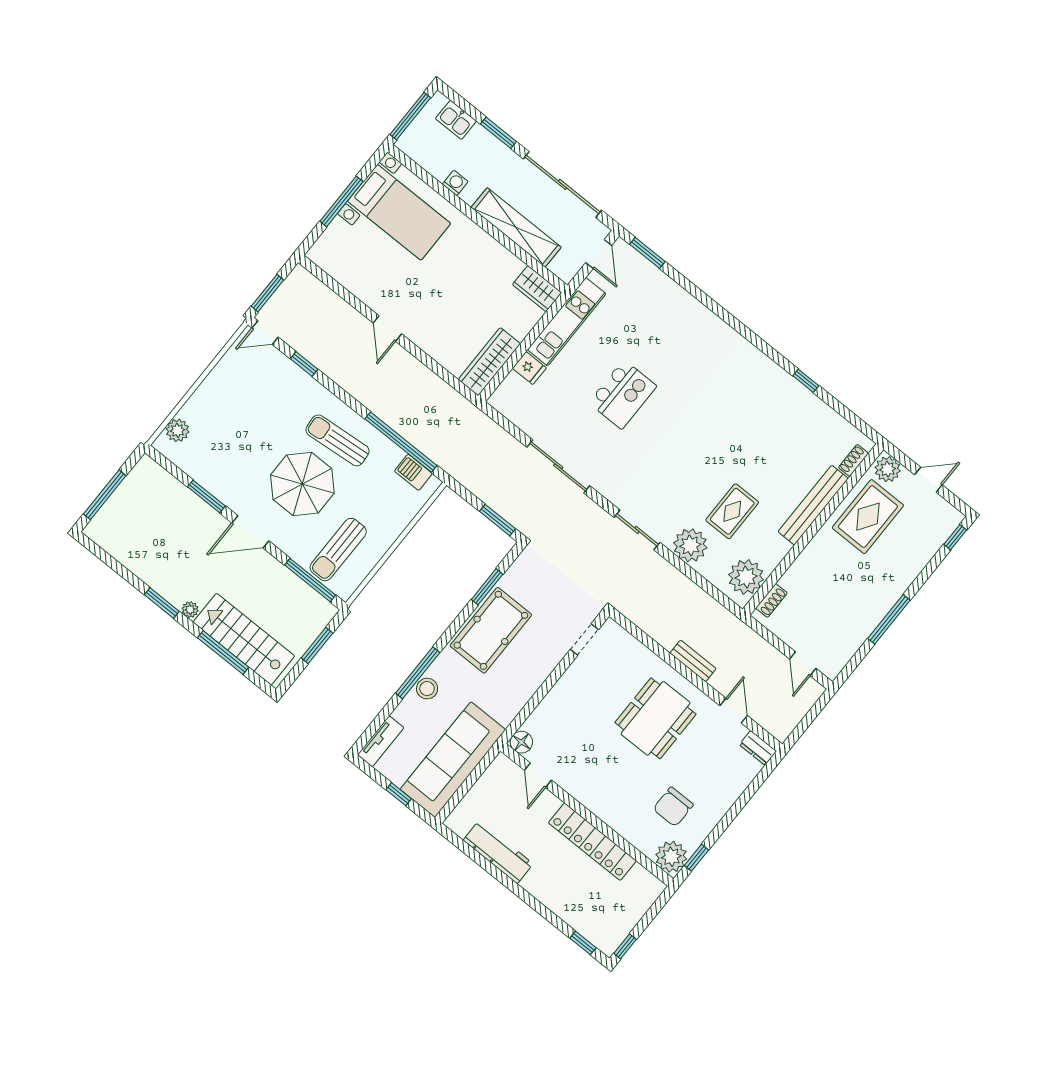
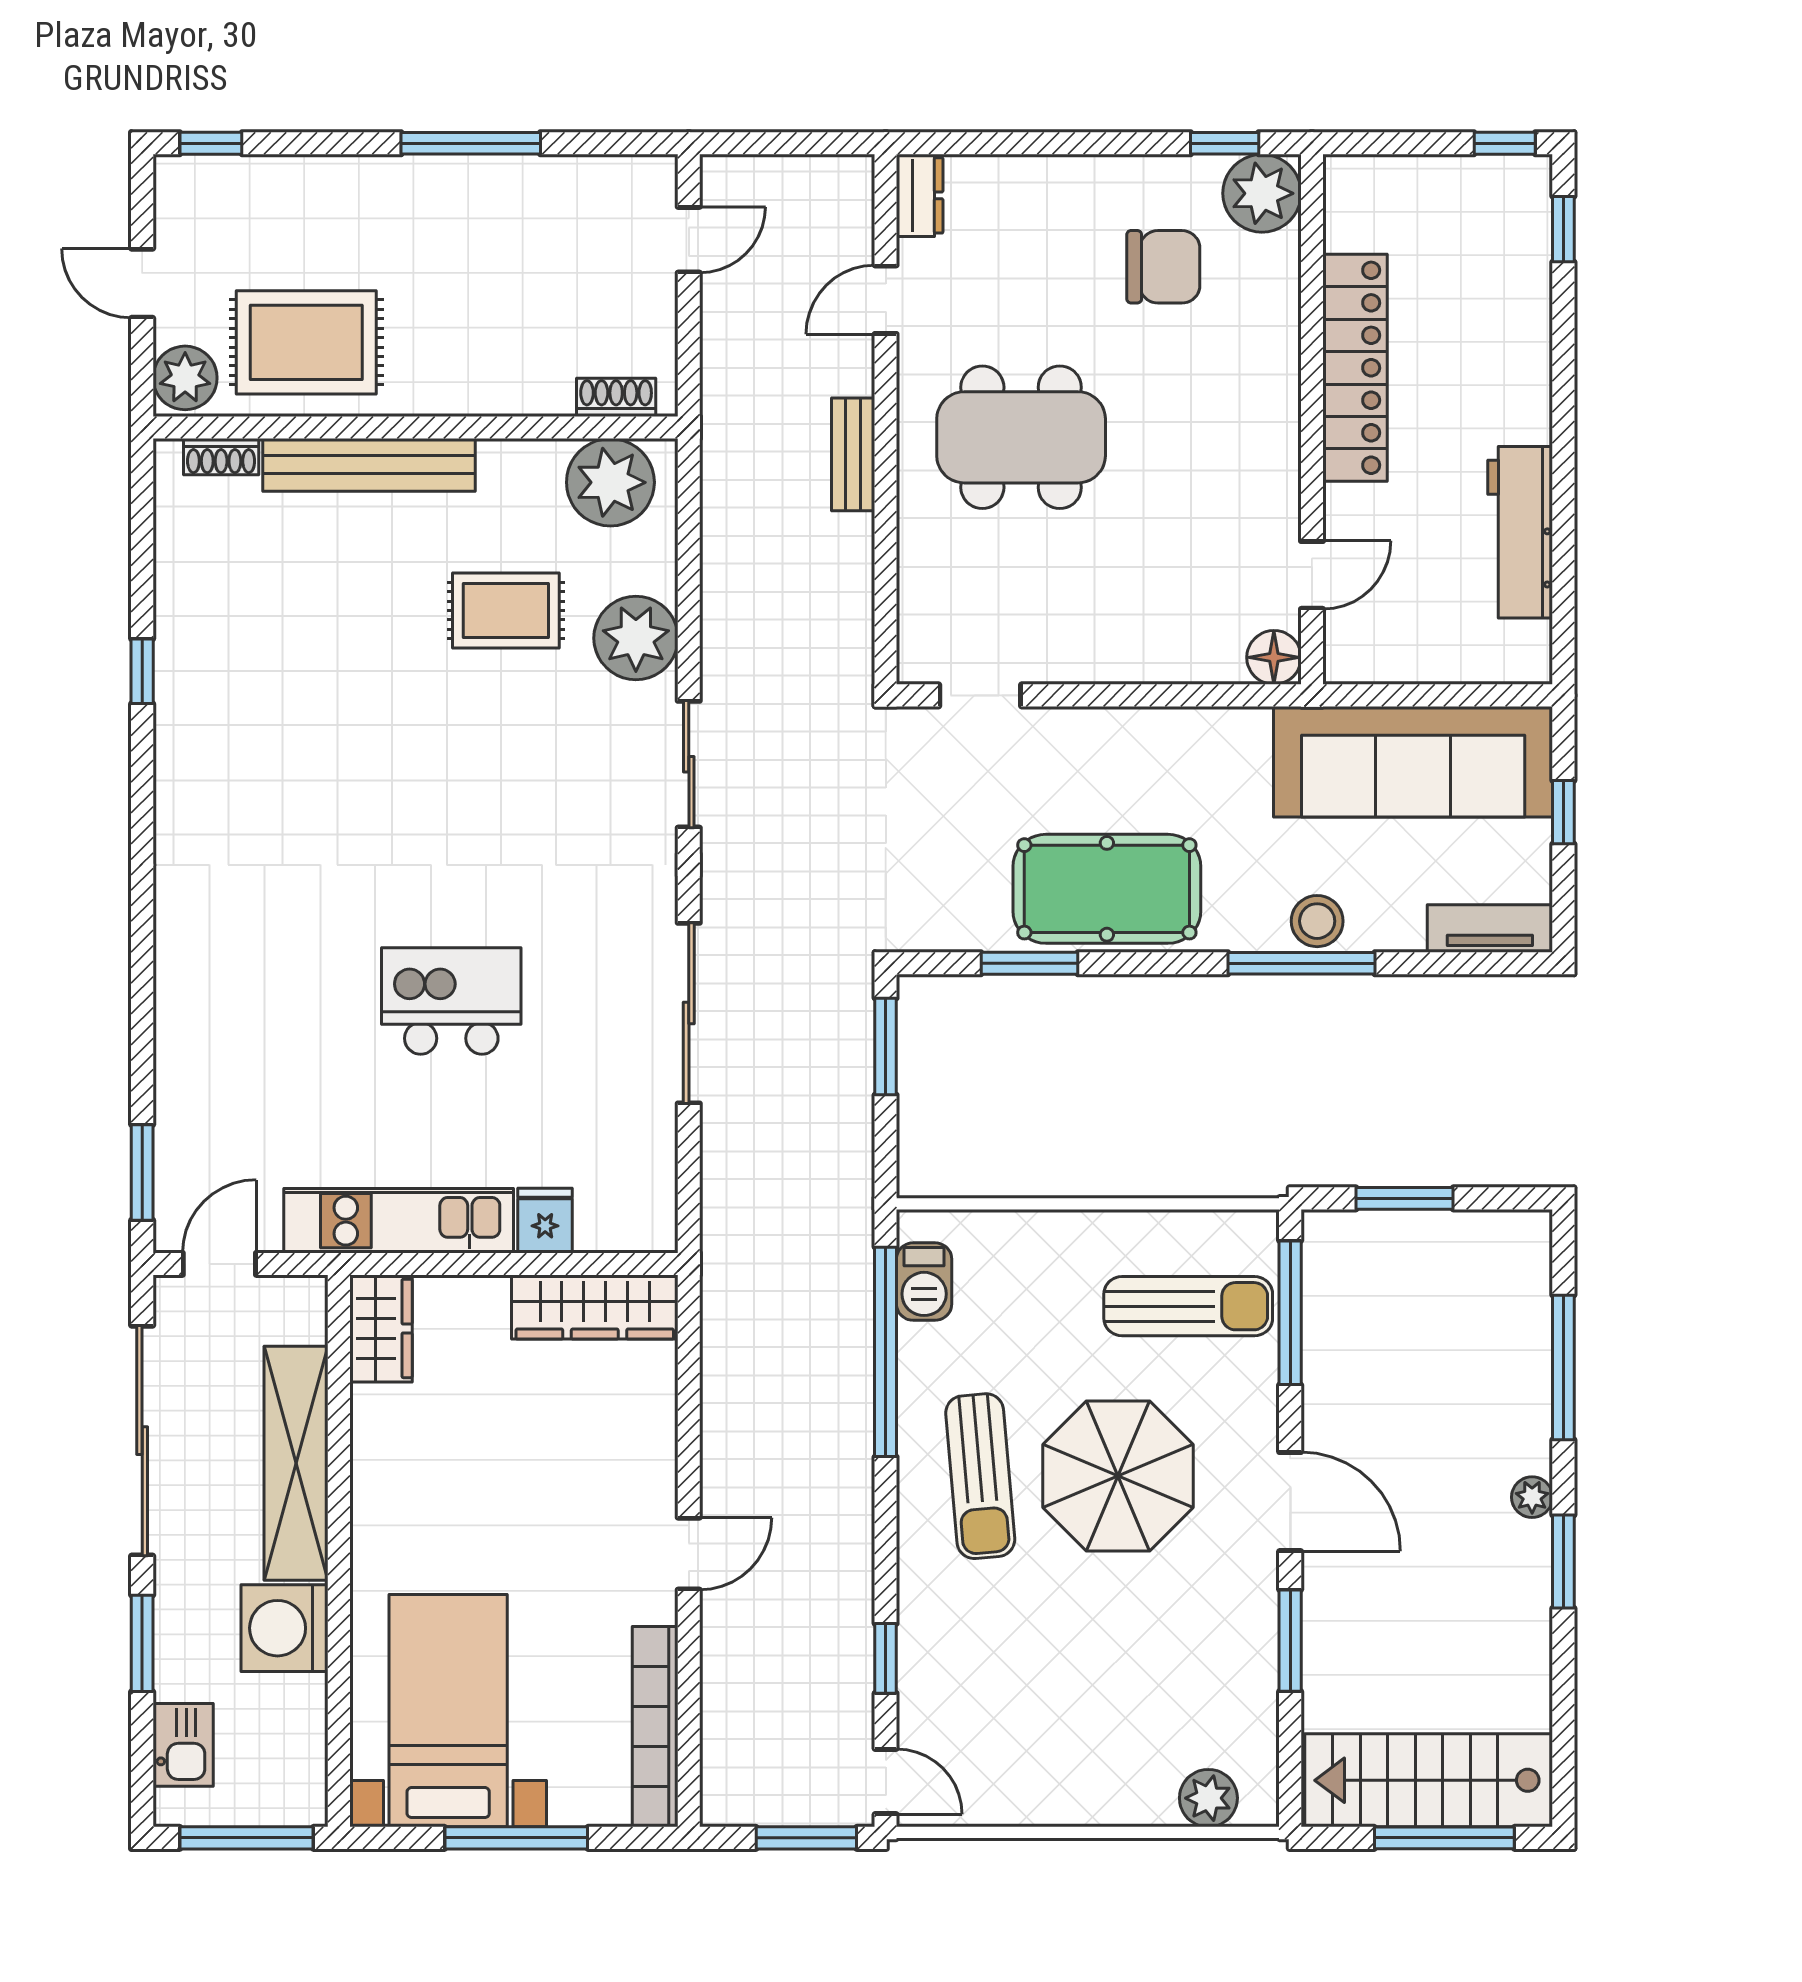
washing machine: (455, 183) -> (284, 1628), width x1.89, depth x1.89
bookcase: (341, 274) -> (655, 1727), added
stairs: (244, 639) -> (1429, 1780), moved, turned 90

